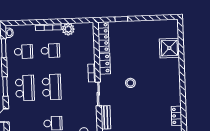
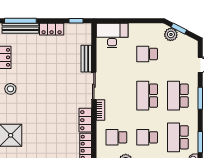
school desk: (77, 50) -> (116, 137), added
school desk: (24, 52) -> (178, 137), width x1.85
stool: (130, 83) -> (10, 89), moved

